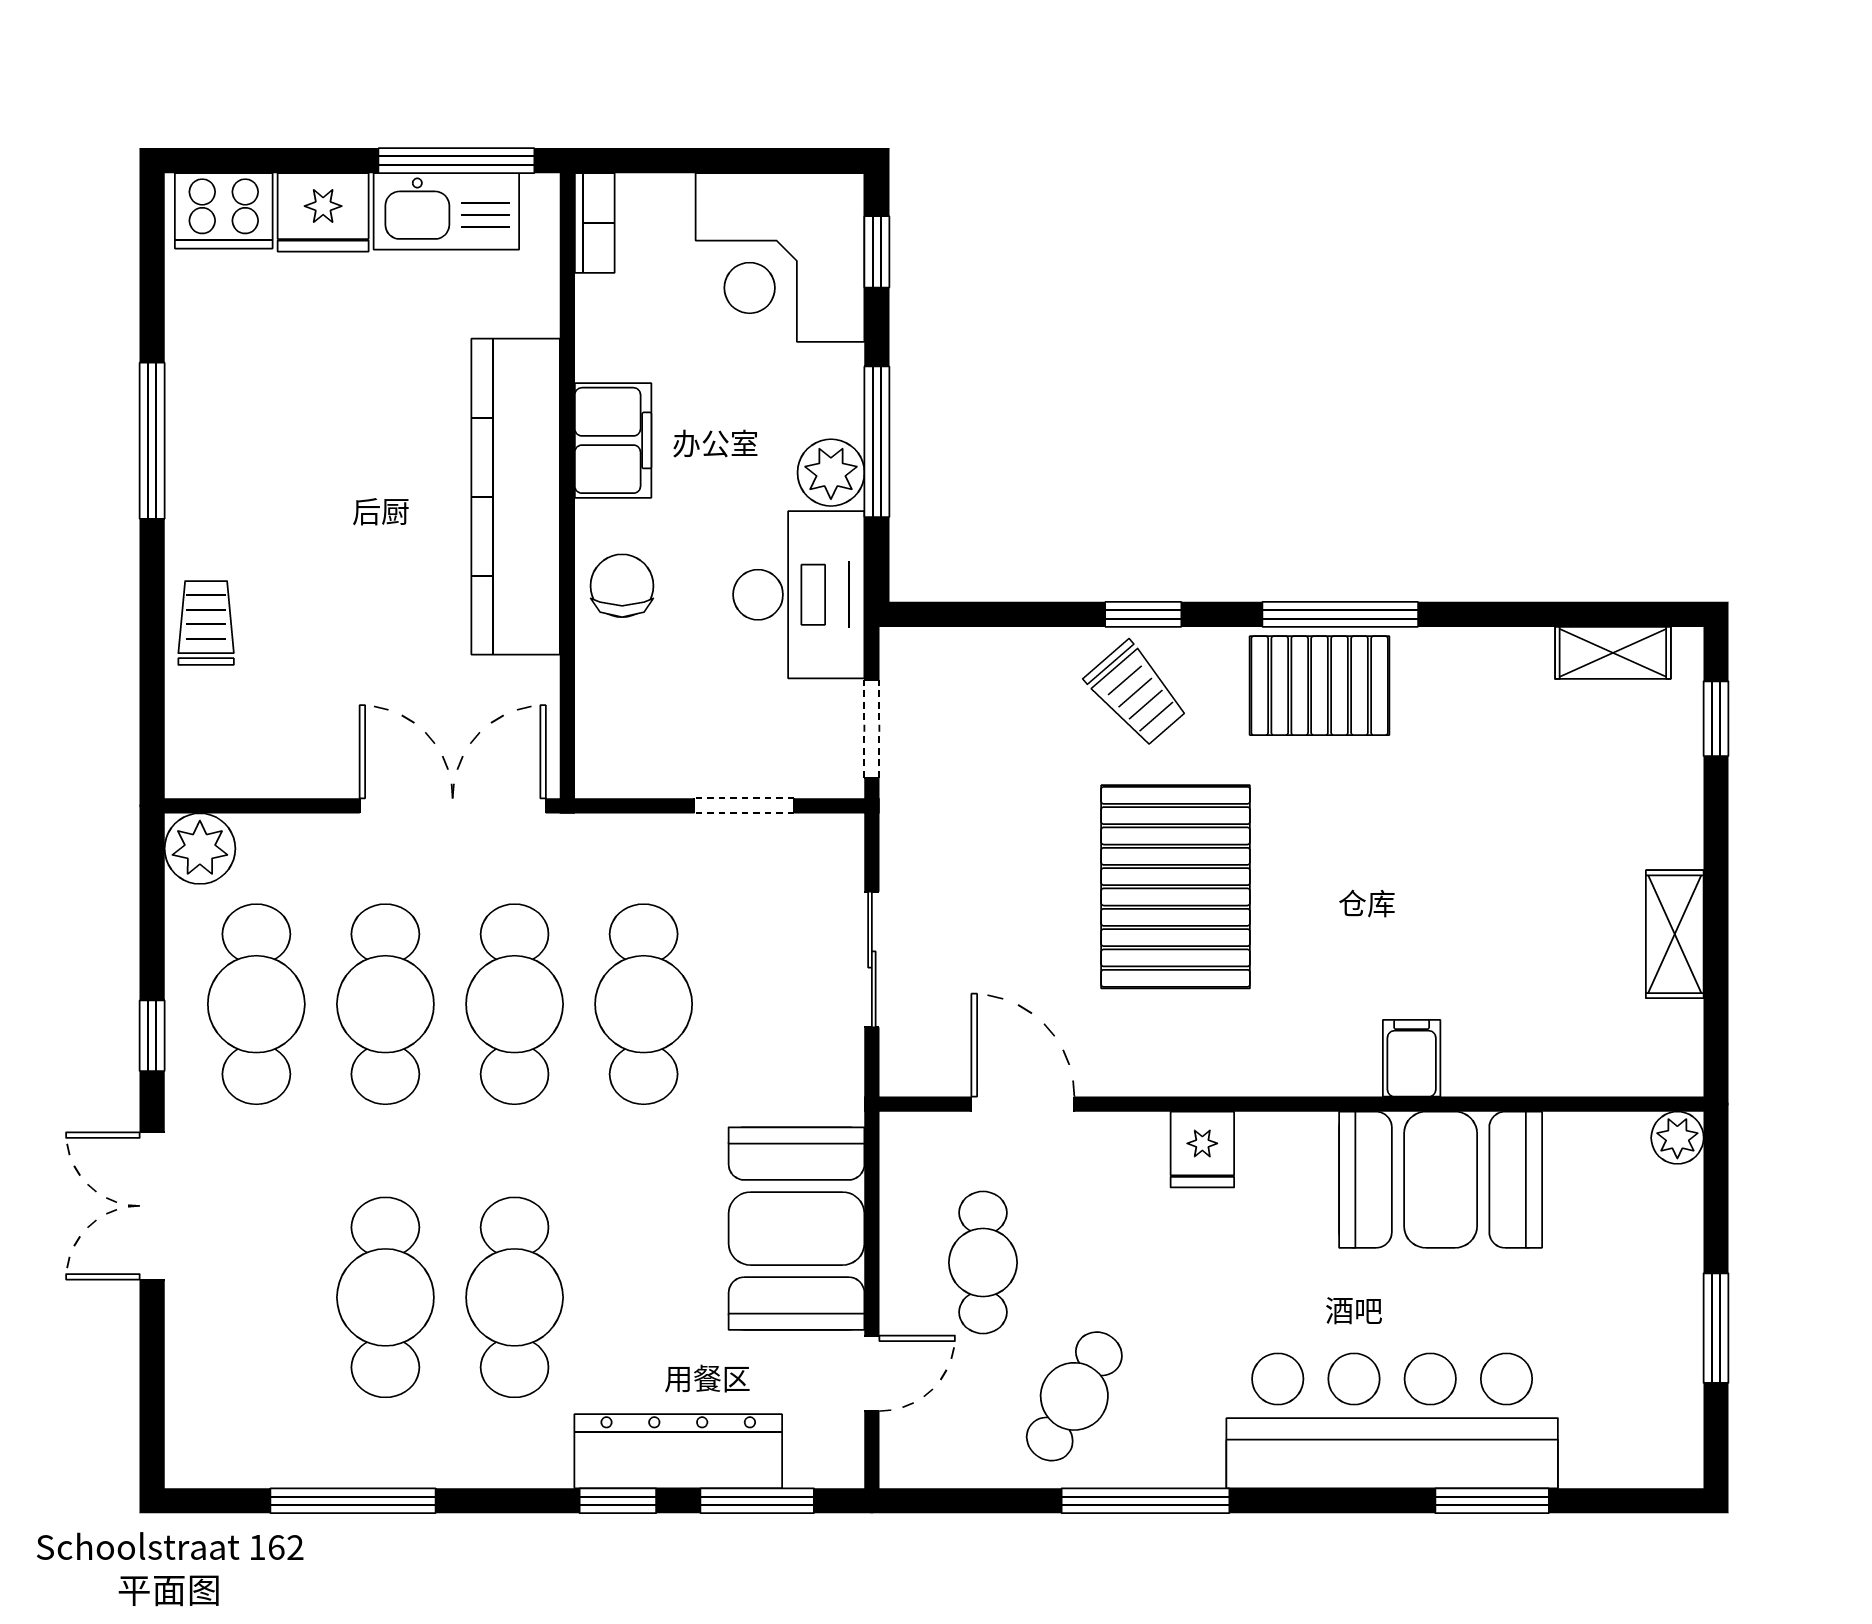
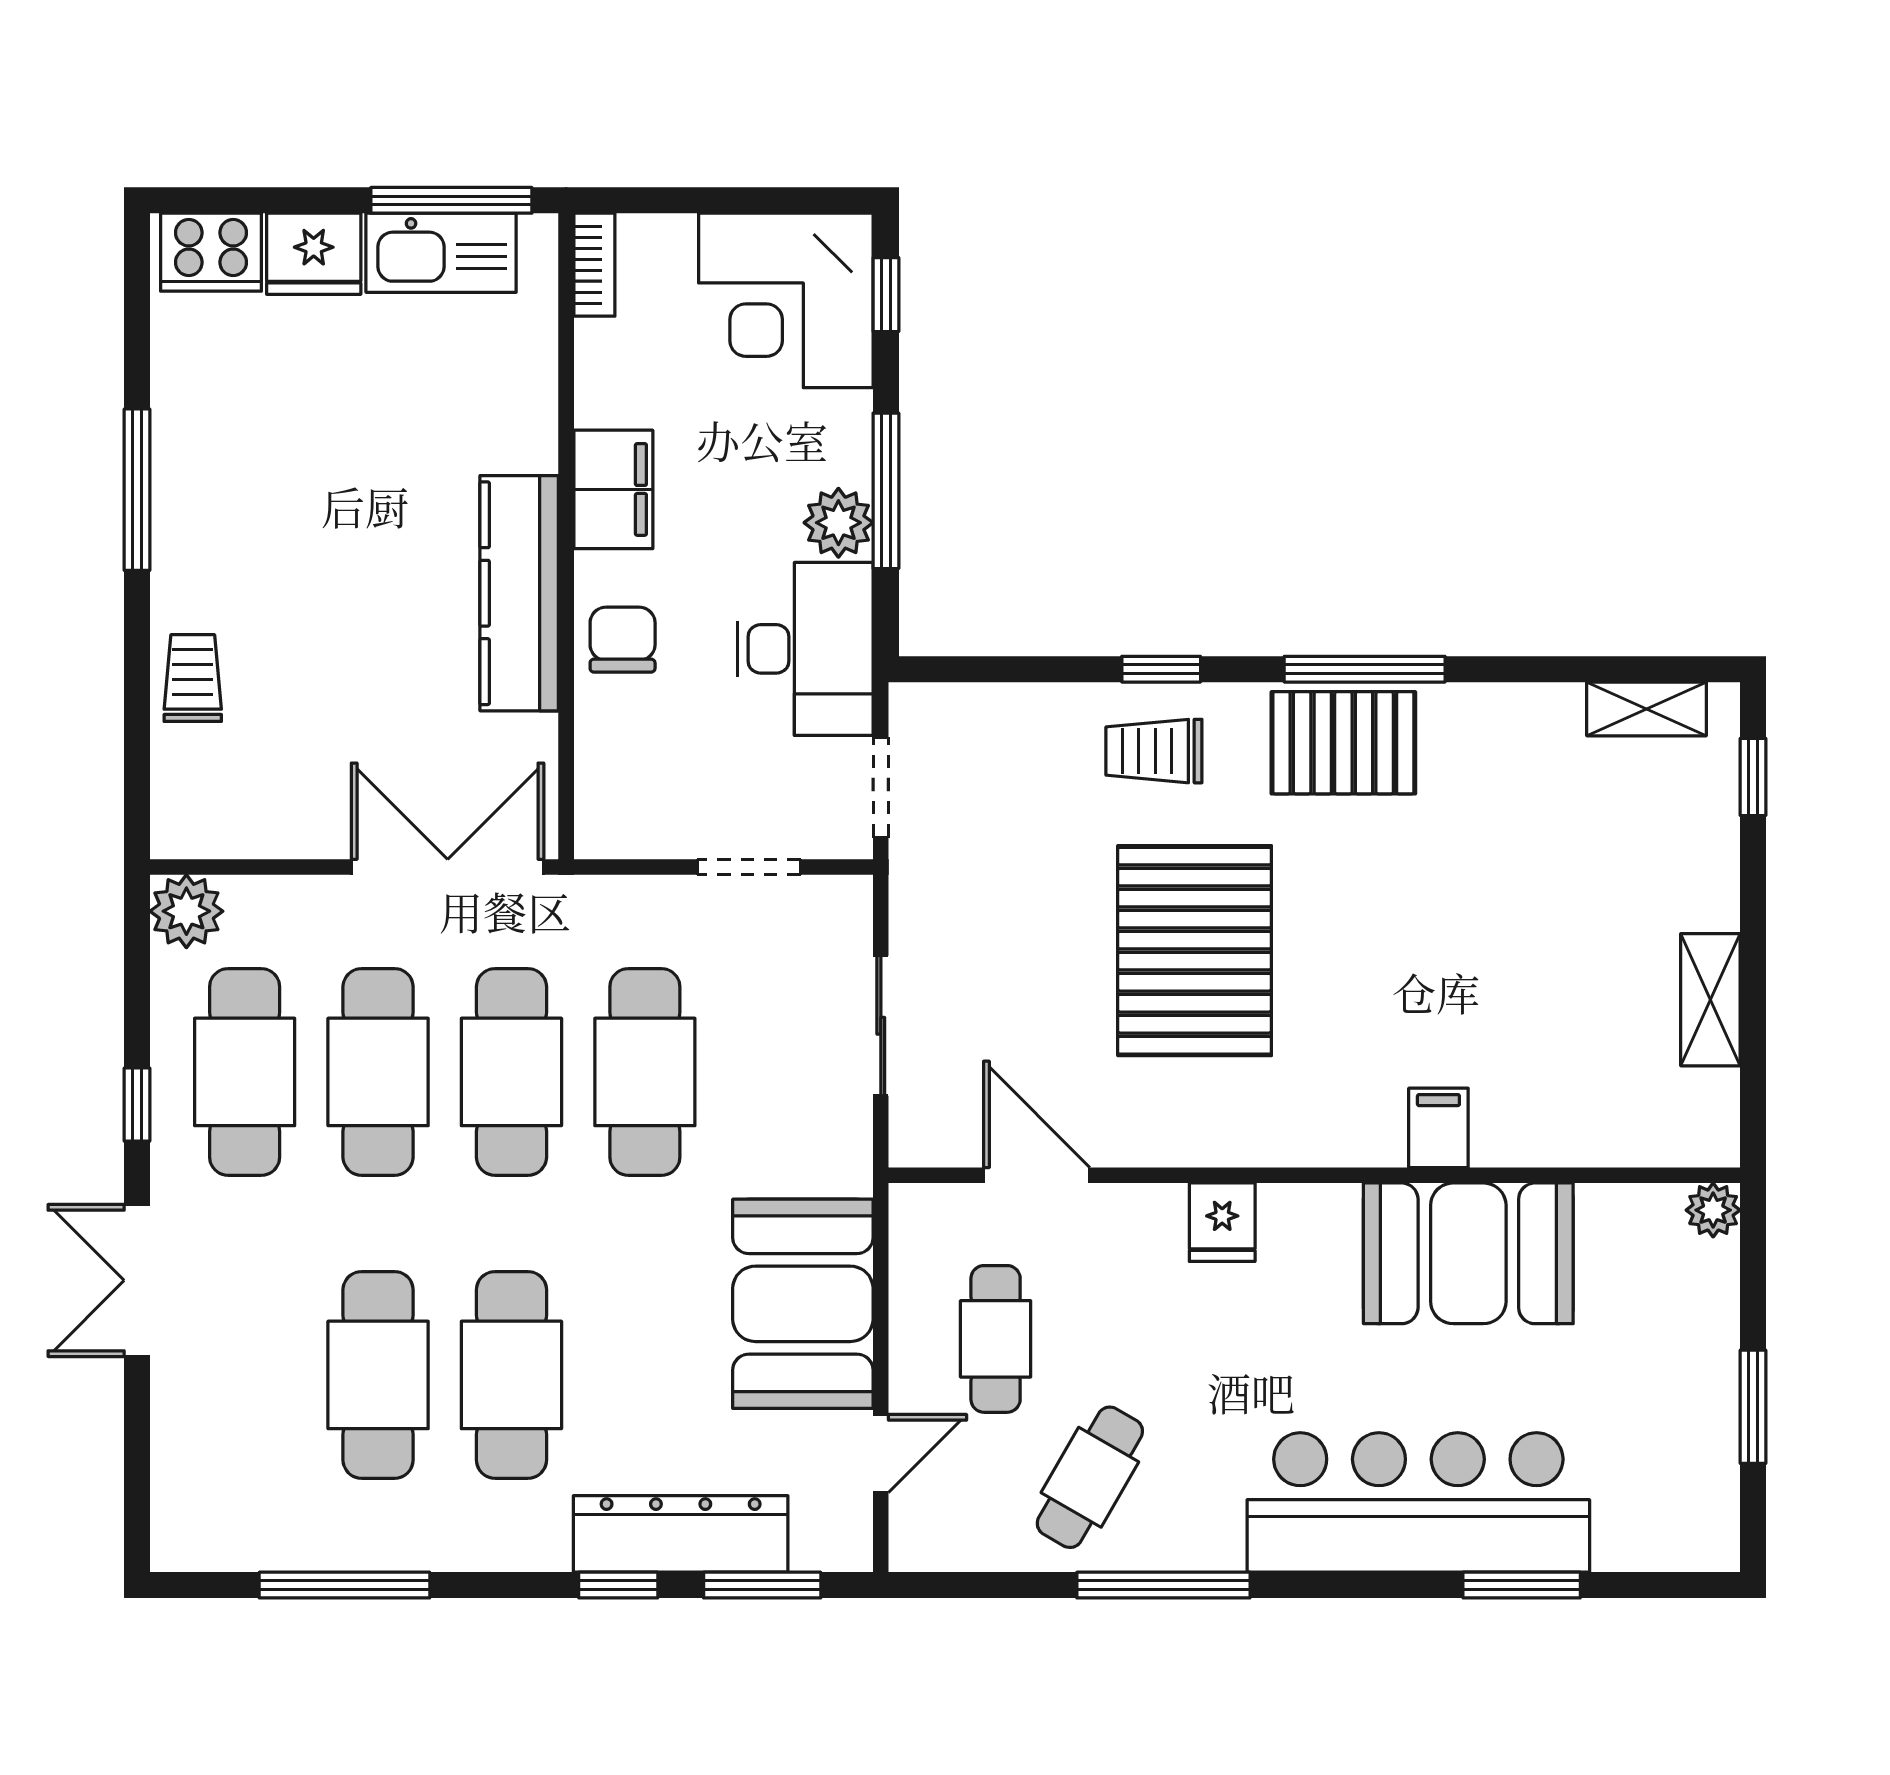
kitchen counter: (516, 497) -> (519, 593), width x0.72, depth x0.86
trolley: (1136, 694) -> (1154, 751), turned 131

